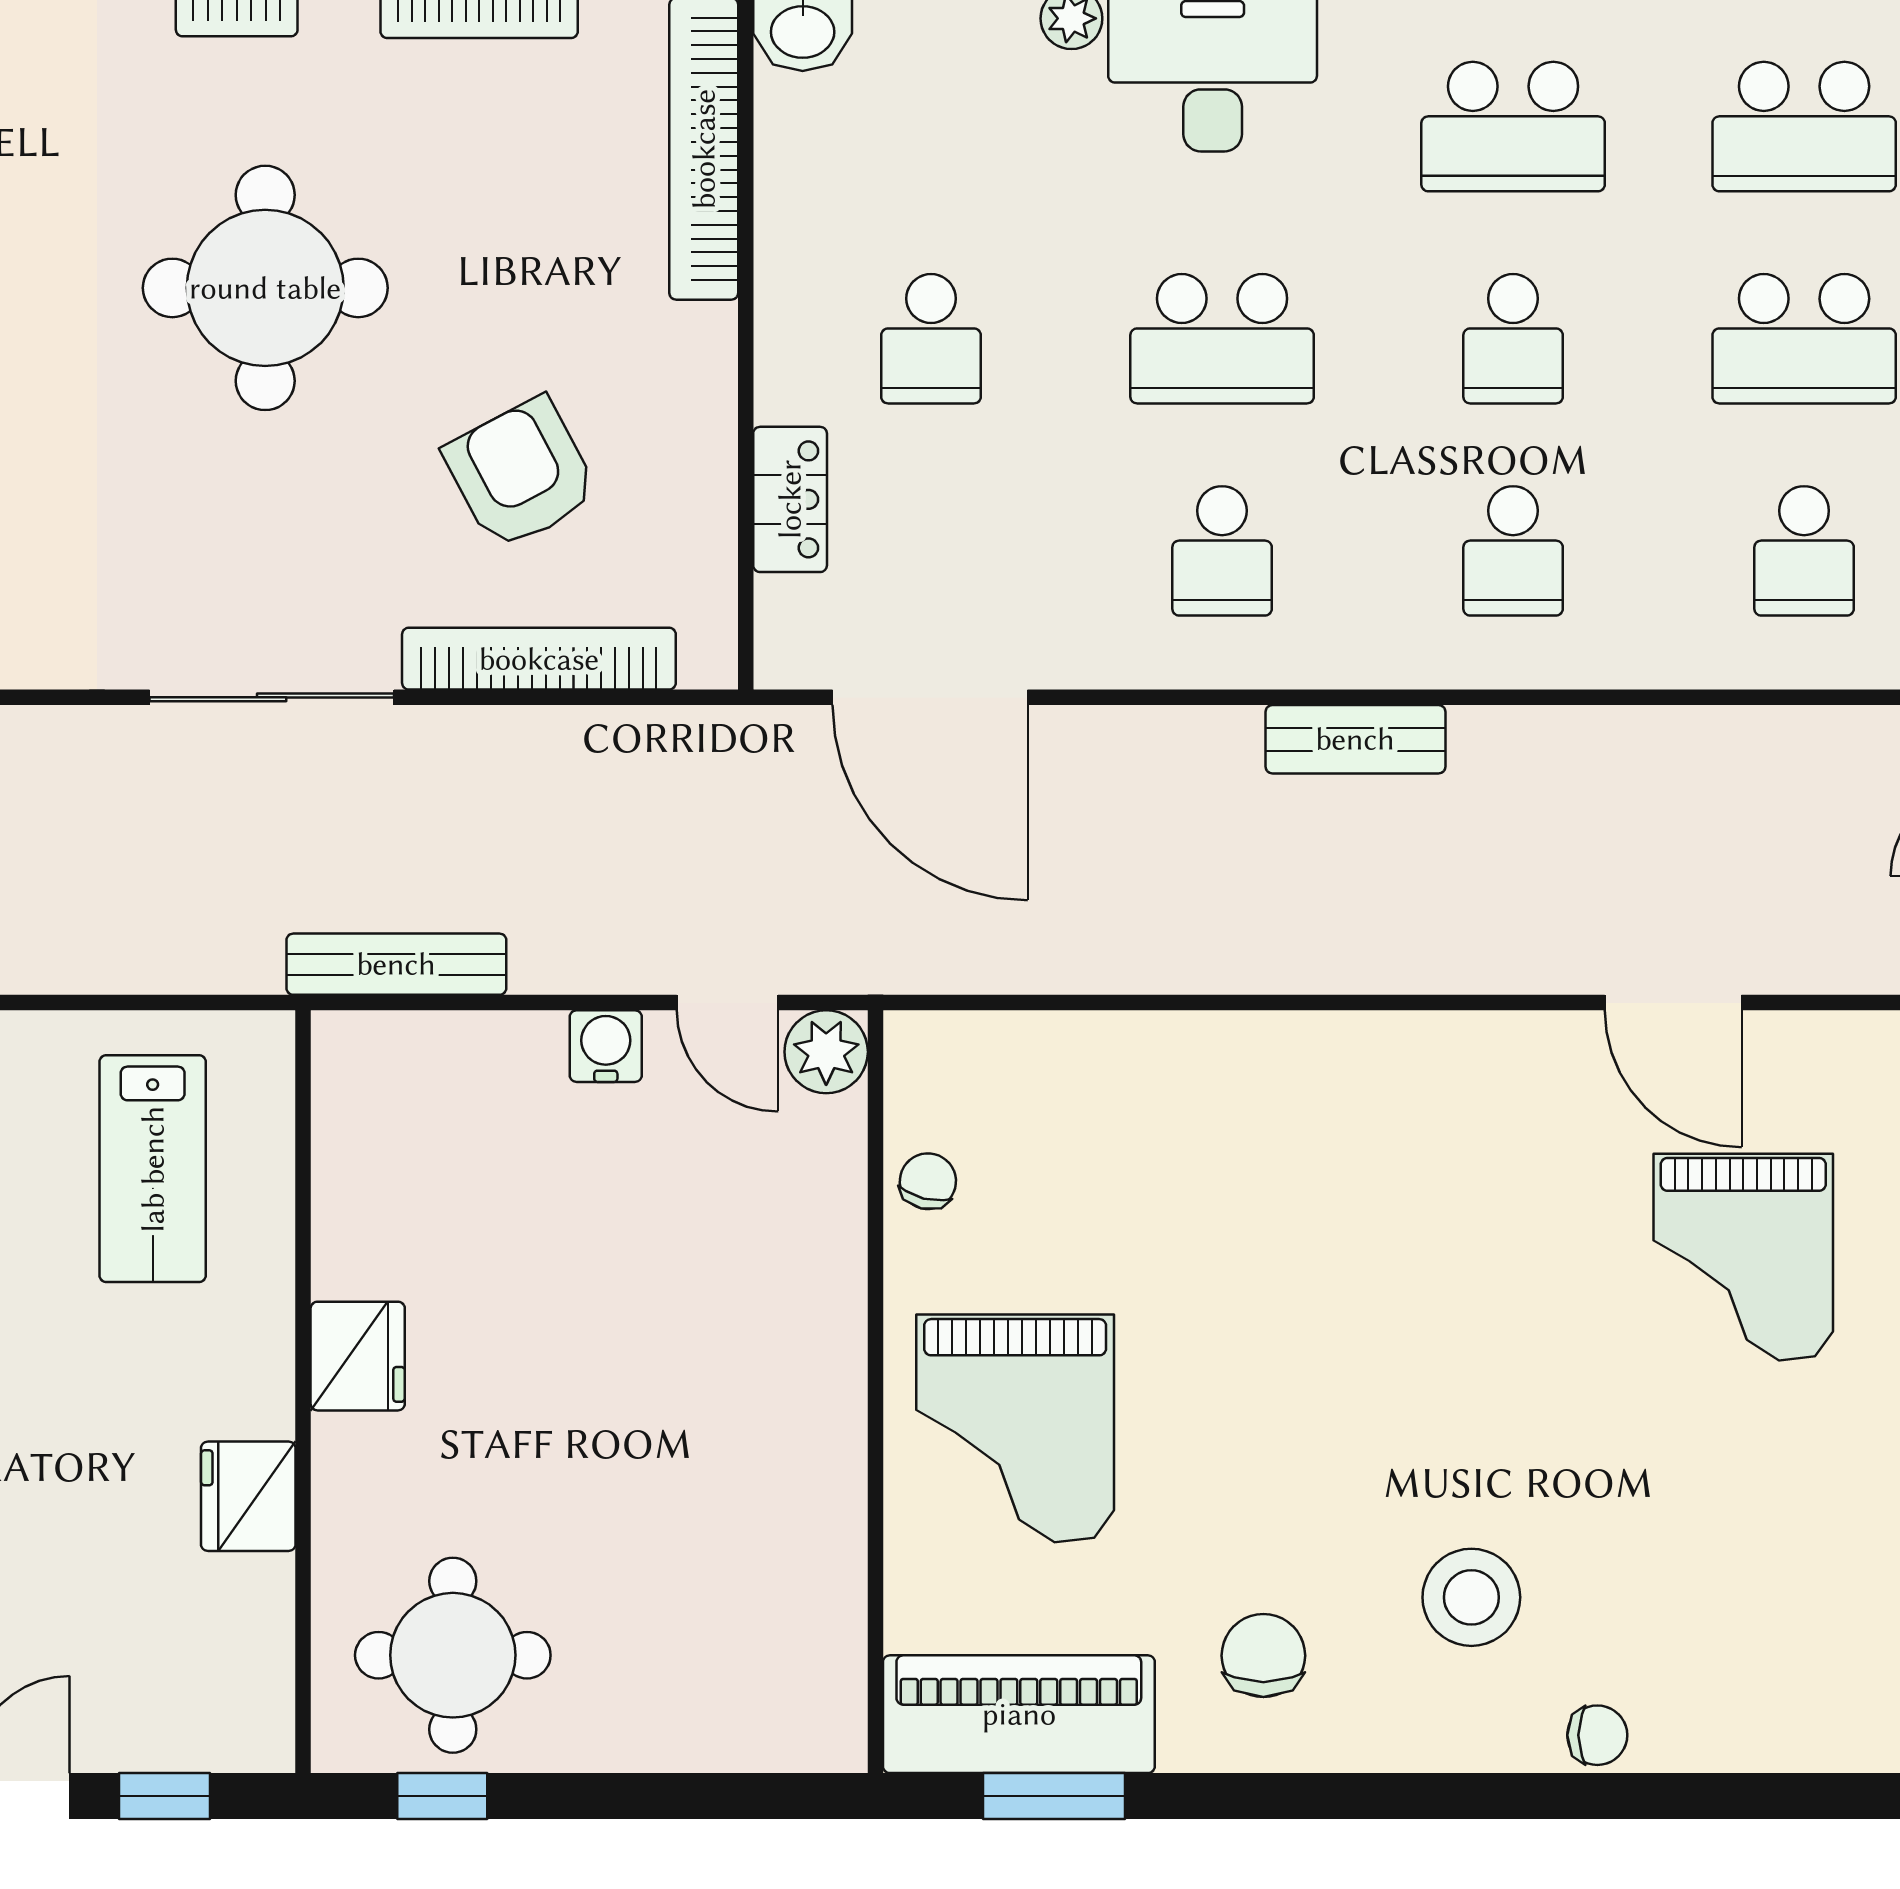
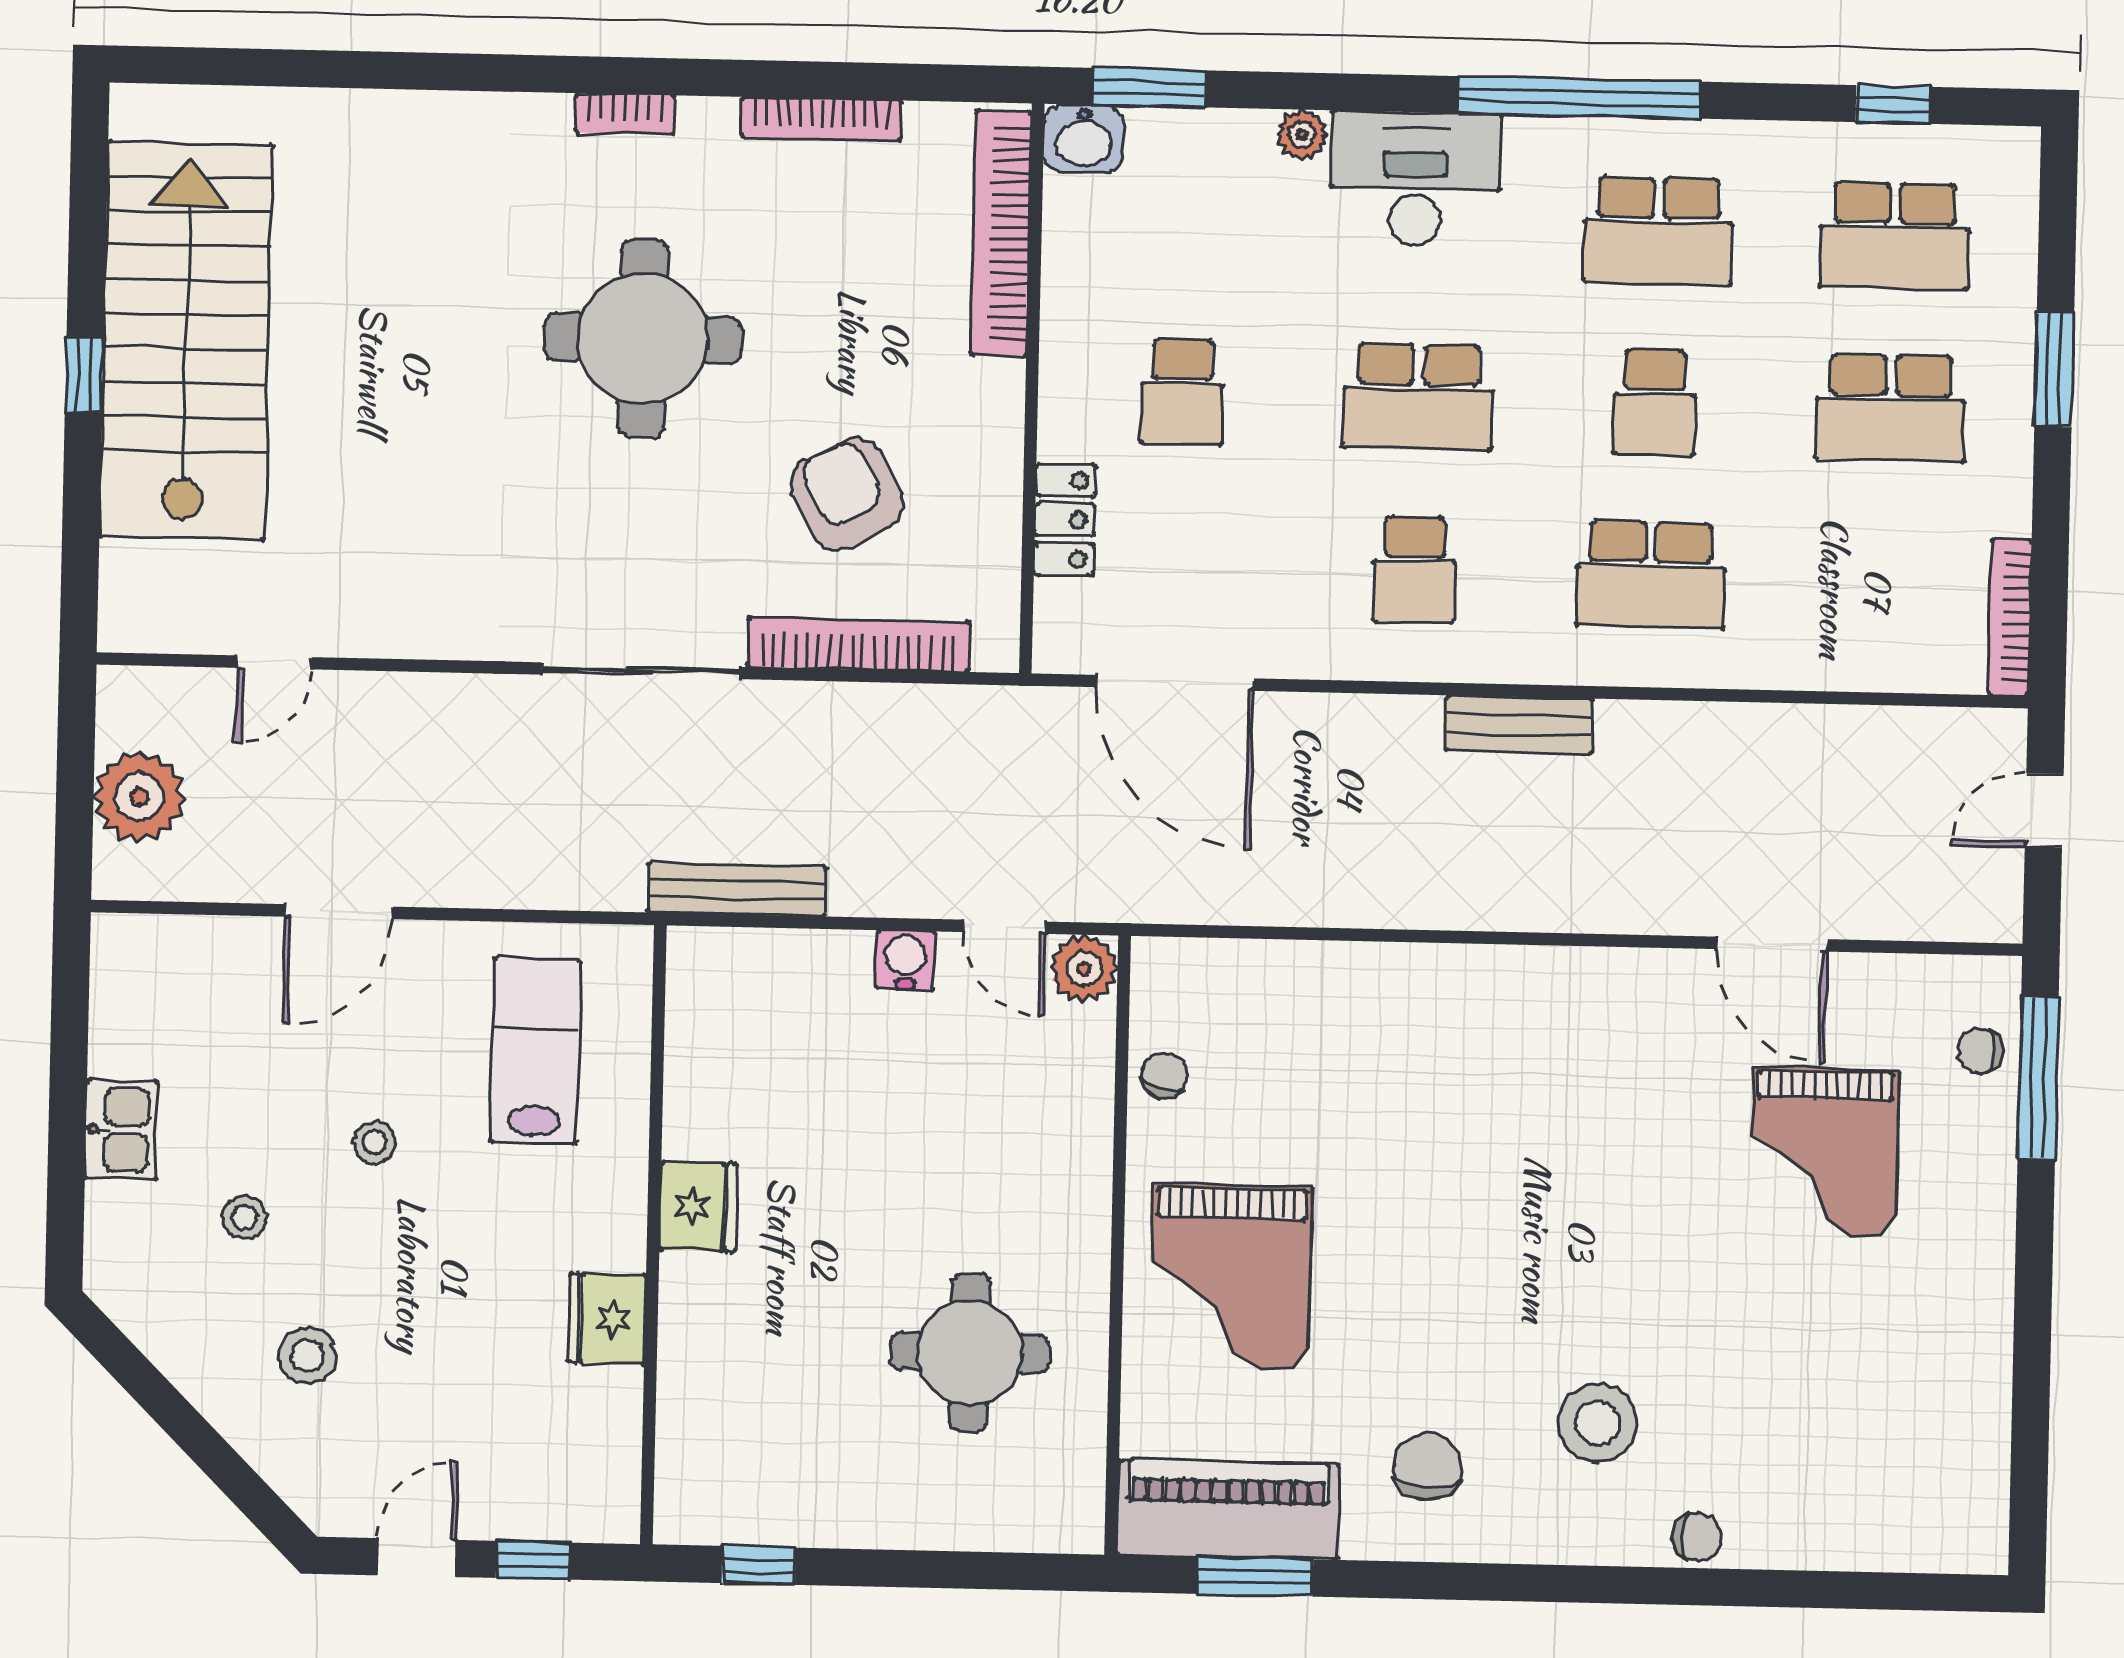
school desk: (1513, 551) -> (1650, 575), width x1.85
school desk: (1804, 551) -> (1887, 580), removed
lab bench: (153, 1169) -> (535, 1051), turned 180
round table: (453, 1655) -> (970, 1353), moved

